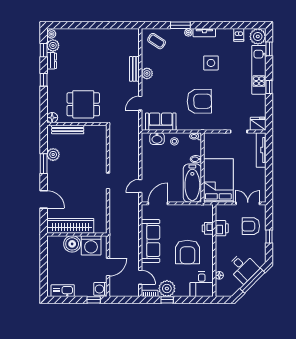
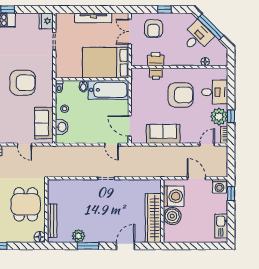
armchair: (199, 101) -> (23, 83), turned 91
tv unit: (261, 150) -> (93, 18), moved
sofa: (150, 241) -> (163, 134), width x0.73
desk: (202, 284) -> (215, 92), moved

